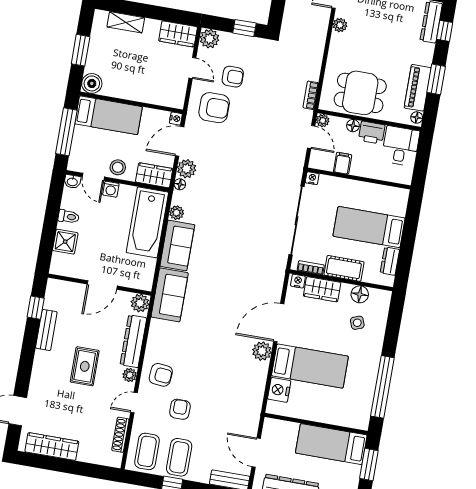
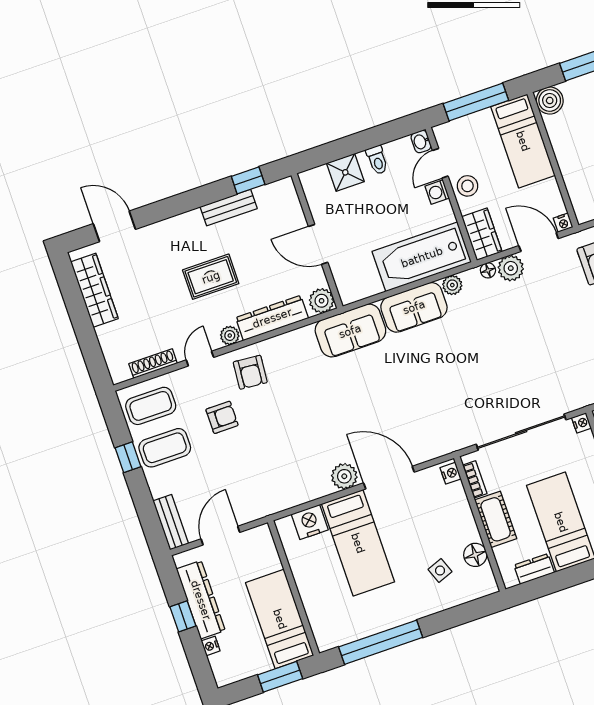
wardrobe: (322, 289) -> (457, 507), removed
door: (134, 403) -> (200, 359), hinge flipped

